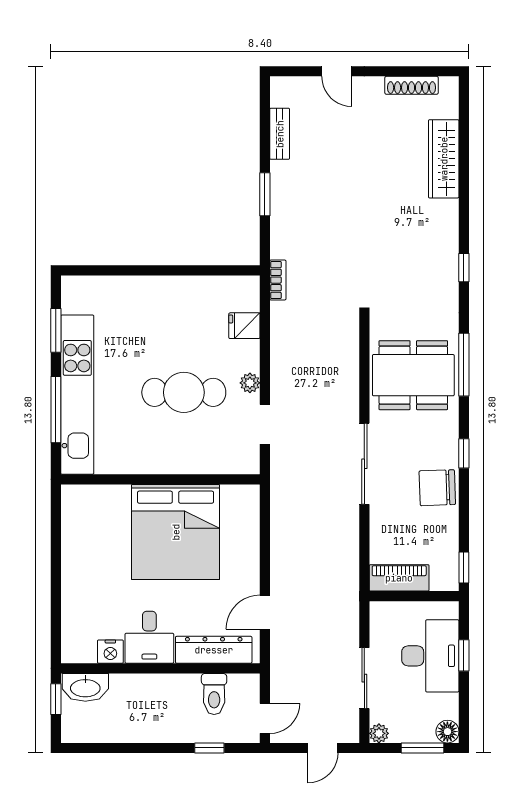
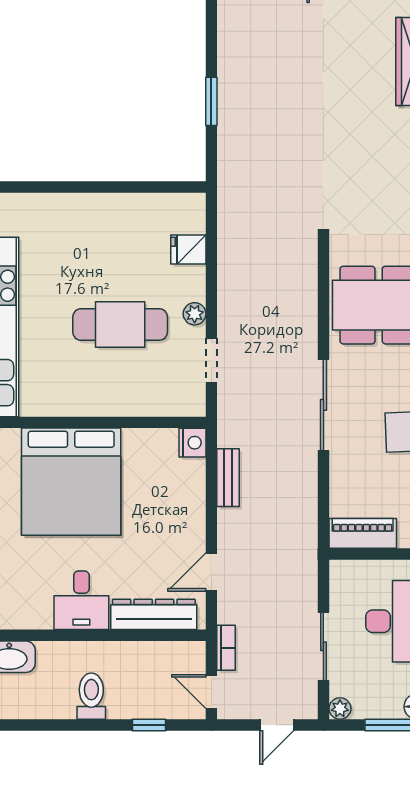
bench: (280, 134) -> (228, 478), moved
bookcase: (278, 280) -> (226, 648), moved
bed: (176, 532) -> (71, 482), moved
nightstand: (110, 652) -> (193, 443), moved, turned -90
toilet: (214, 694) -> (91, 696), moved, turned 180
door: (265, 718) -> (211, 692), swing flipped

